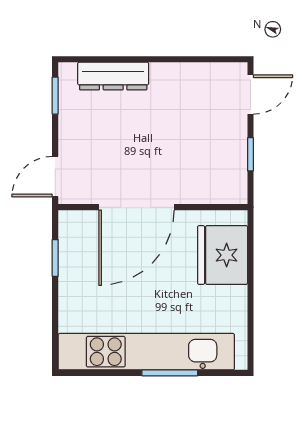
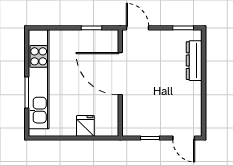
fridge: (223, 255) -> (85, 126), width x0.53, depth x0.75

